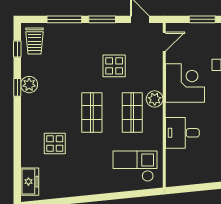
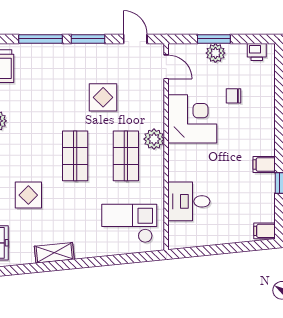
plant: (204, 31) -> (215, 53), added
door: (164, 42) -> (166, 67), hinge flipped
desk: (182, 133) -> (189, 201), moved
shelving: (75, 189) -> (54, 253), added

